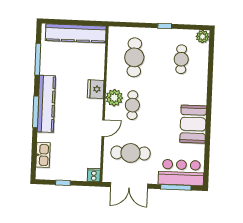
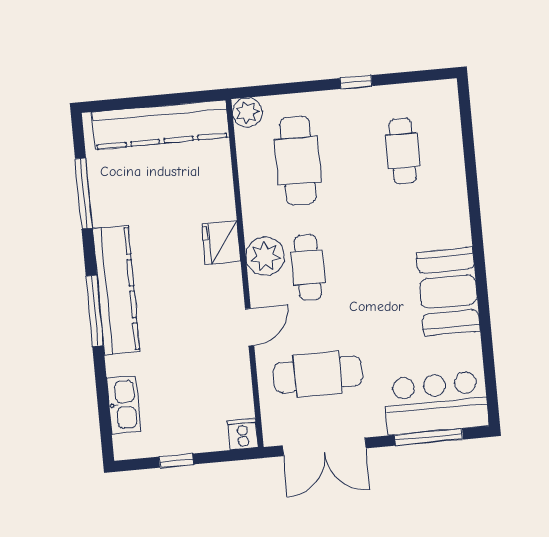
plant: (203, 37) -> (247, 112), moved

